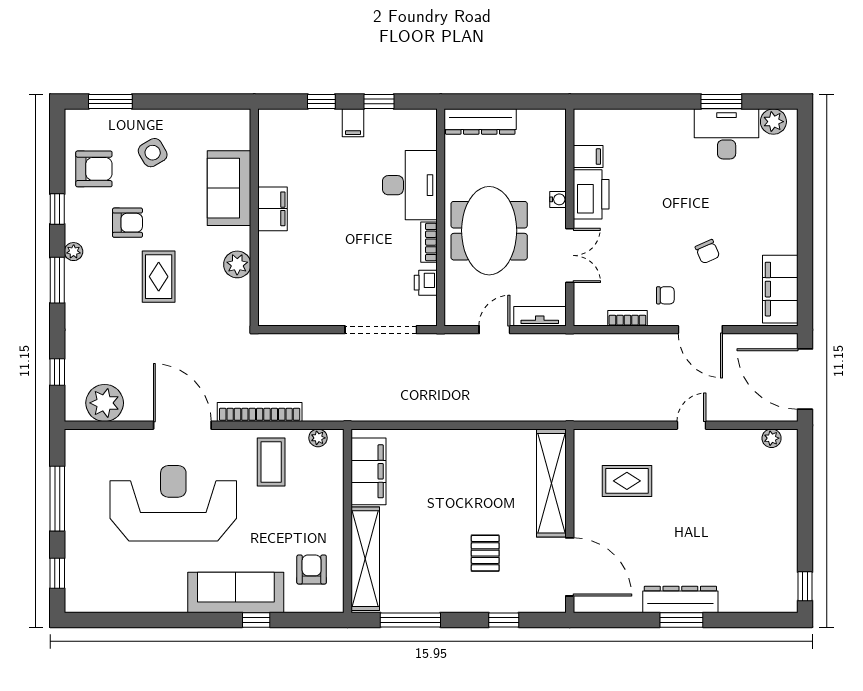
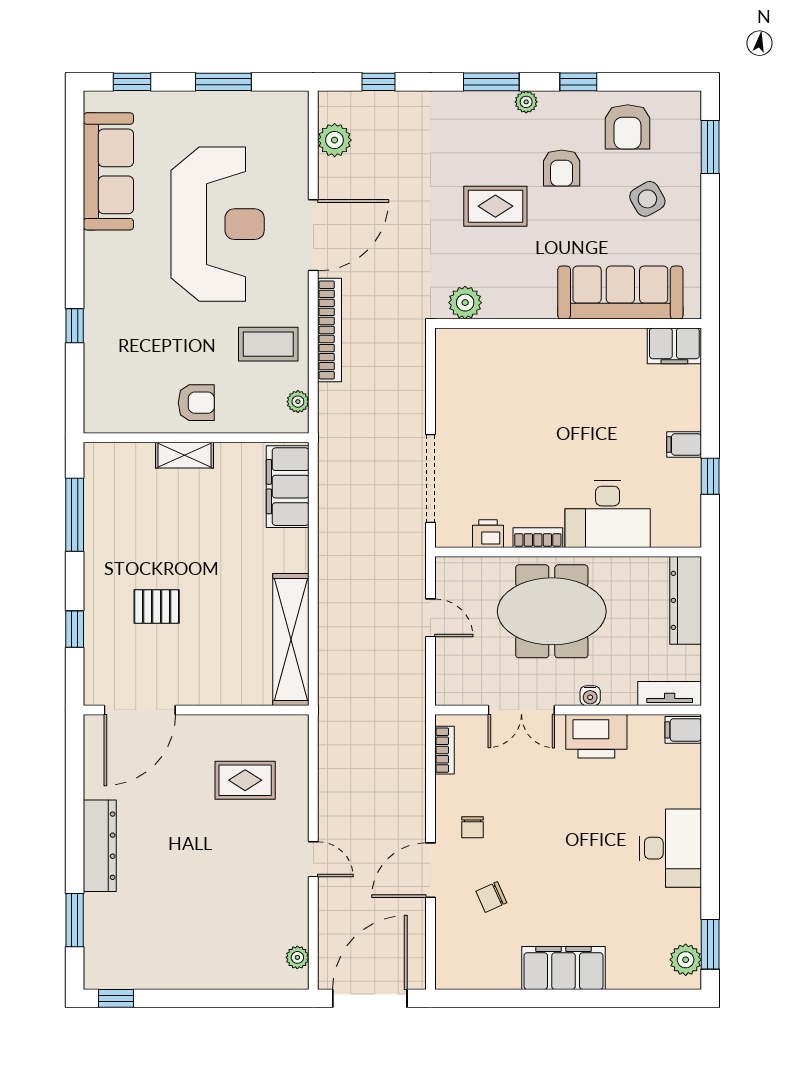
window: (321, 101) -> (710, 406), removed
window: (721, 101) -> (710, 944), moved
desk: (727, 134) -> (670, 848), moved
filing cabinet: (588, 157) -> (683, 730), moved, turned 90
sofa: (229, 188) -> (620, 293), width x1.36
filing cabinet: (273, 209) -> (674, 346), moved
chair: (707, 252) -> (491, 897), moved
plant: (237, 264) -> (465, 303), moved
filing cabinet: (780, 289) -> (564, 968), moved
tv unit: (540, 316) -> (670, 694), moved, turned -90
bookcase: (627, 318) -> (444, 750), moved
plant: (105, 403) -> (335, 140), width x0.73, depth x0.73
filing cabinet: (368, 471) -> (288, 487), moved, turned 90
rug: (627, 481) -> (245, 780), turned 90
shelving: (551, 483) -> (291, 640), moved, turned 90
window: (57, 499) -> (223, 82), width x0.69
shelving: (365, 559) -> (185, 455), width x0.45, depth x0.75
armchair: (312, 570) -> (196, 403), moved
sofa: (236, 592) -> (108, 171), moved
window: (681, 620) -> (75, 920), moved

